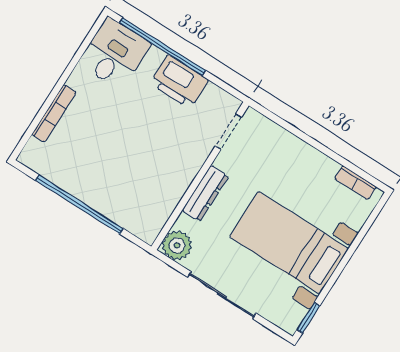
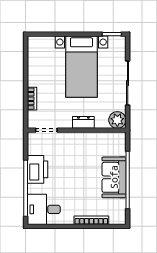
bookcase: (355, 183) -> (32, 99), moved
sofa: (96, 187) -> (114, 177), added
dresser: (205, 193) -> (83, 122), width x0.70

